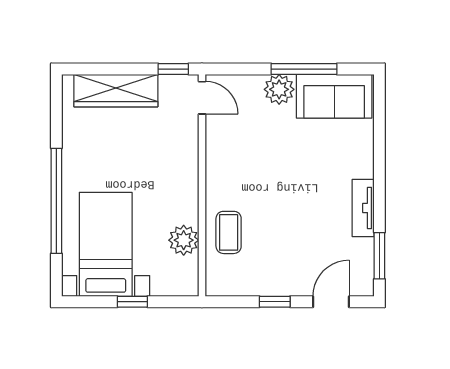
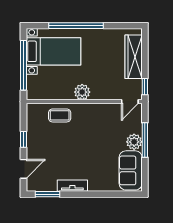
window: (304, 69) -> (145, 140), moved
plant: (184, 240) -> (82, 92), moved
window: (132, 302) -> (24, 65), width x3.17
door: (331, 302) -> (24, 169), hinge flipped

